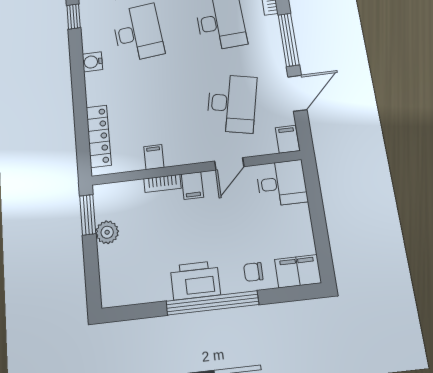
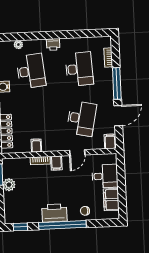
desk: (282, 183) -> (105, 176), moved
filing cabinet: (298, 271) -> (111, 200), moved, turned -90
window: (132, 312) -> (20, 227), added

